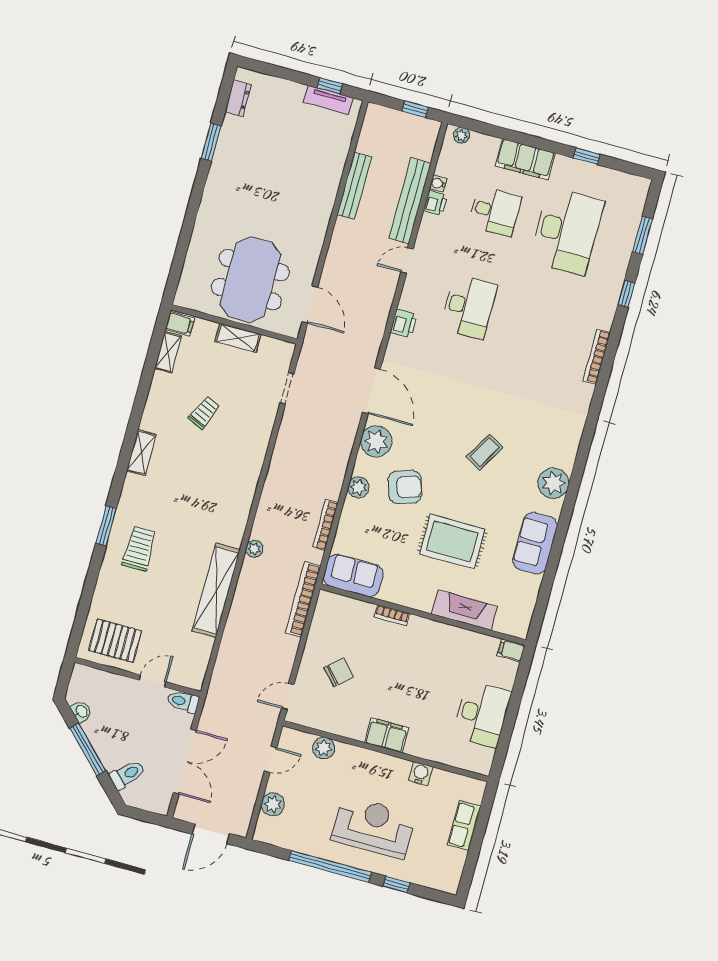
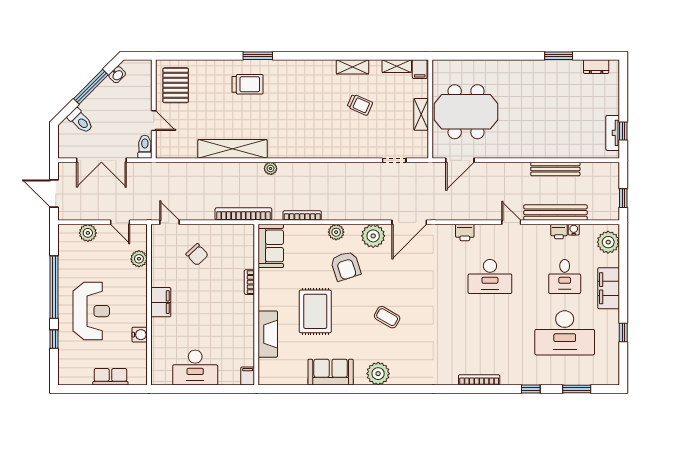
plant: (461, 135) -> (608, 242), width x1.88, depth x1.88
shelving: (141, 453) -> (353, 67), moved

